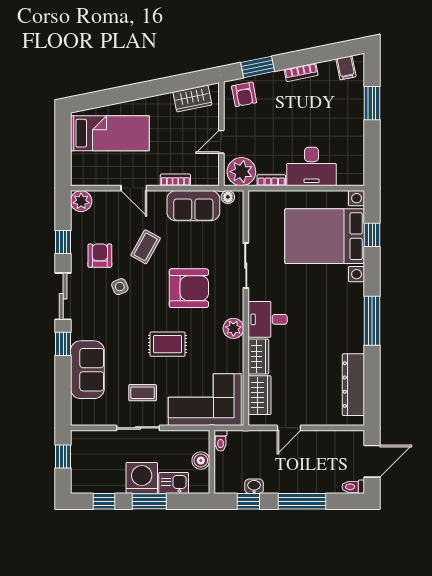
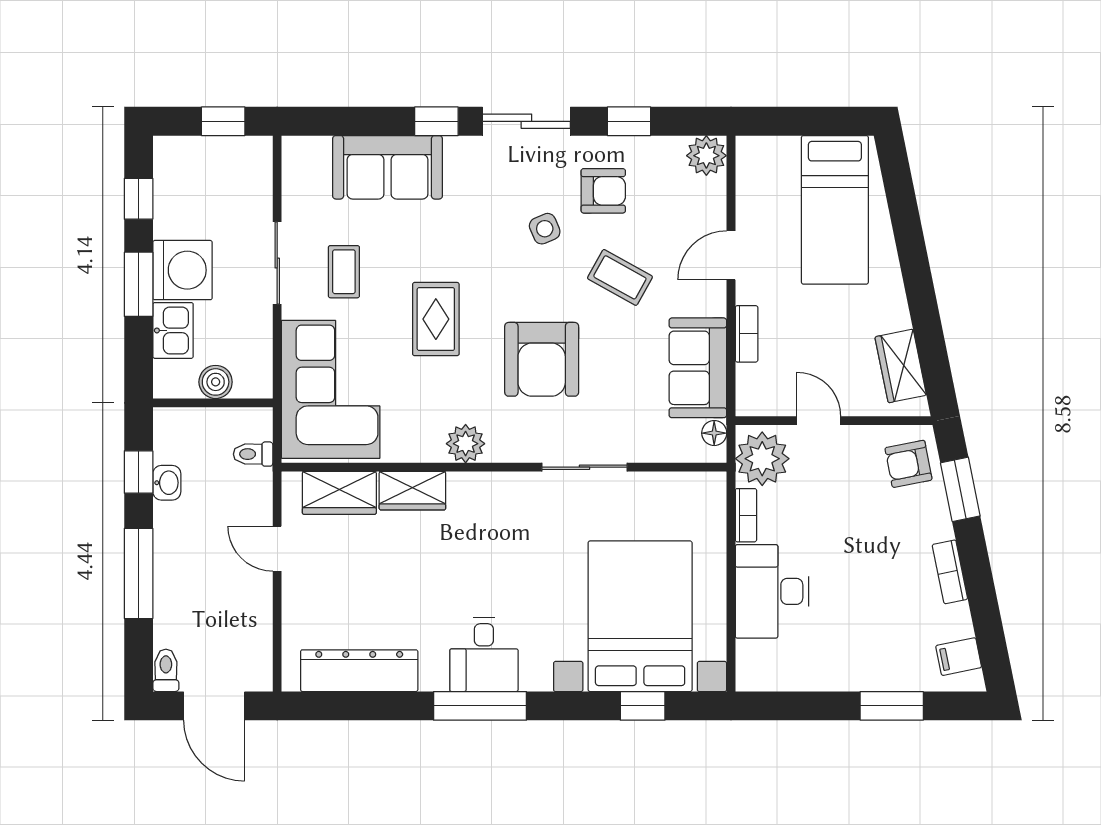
desk: (268, 319) -> (484, 655), moved, turned 180
toilet: (221, 441) -> (253, 454), moved

